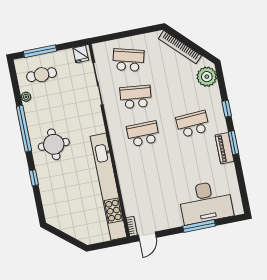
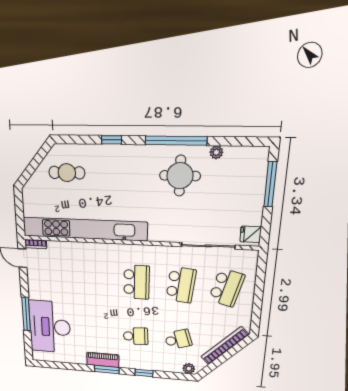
cafe table: (42, 75) -> (67, 173), moved, turned 90
plant: (207, 77) -> (189, 369), width x0.53, depth x0.53
school desk: (185, 87) -> (178, 339), added
school desk: (193, 124) -> (136, 336), width x0.54
round table: (54, 144) -> (180, 176), moved

